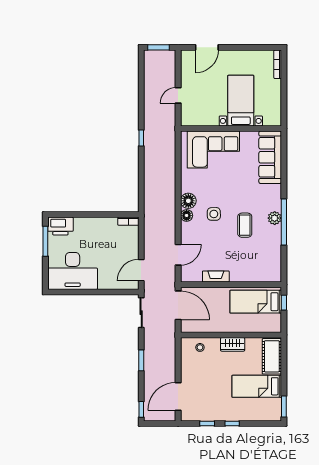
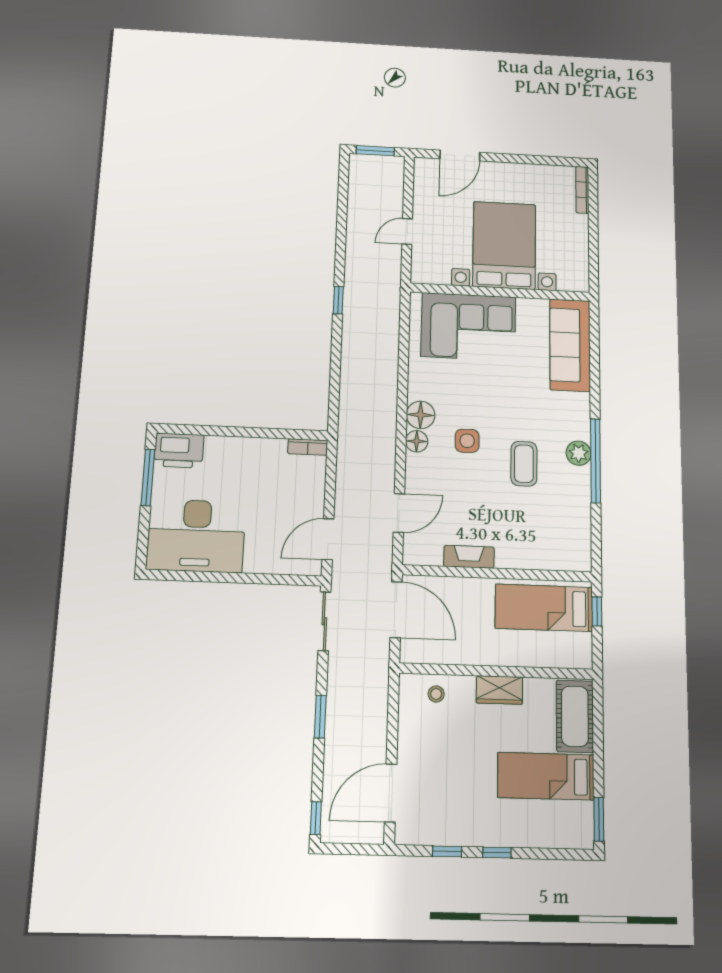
bed with nightstands: (241, 101) -> (504, 245), width x1.36

